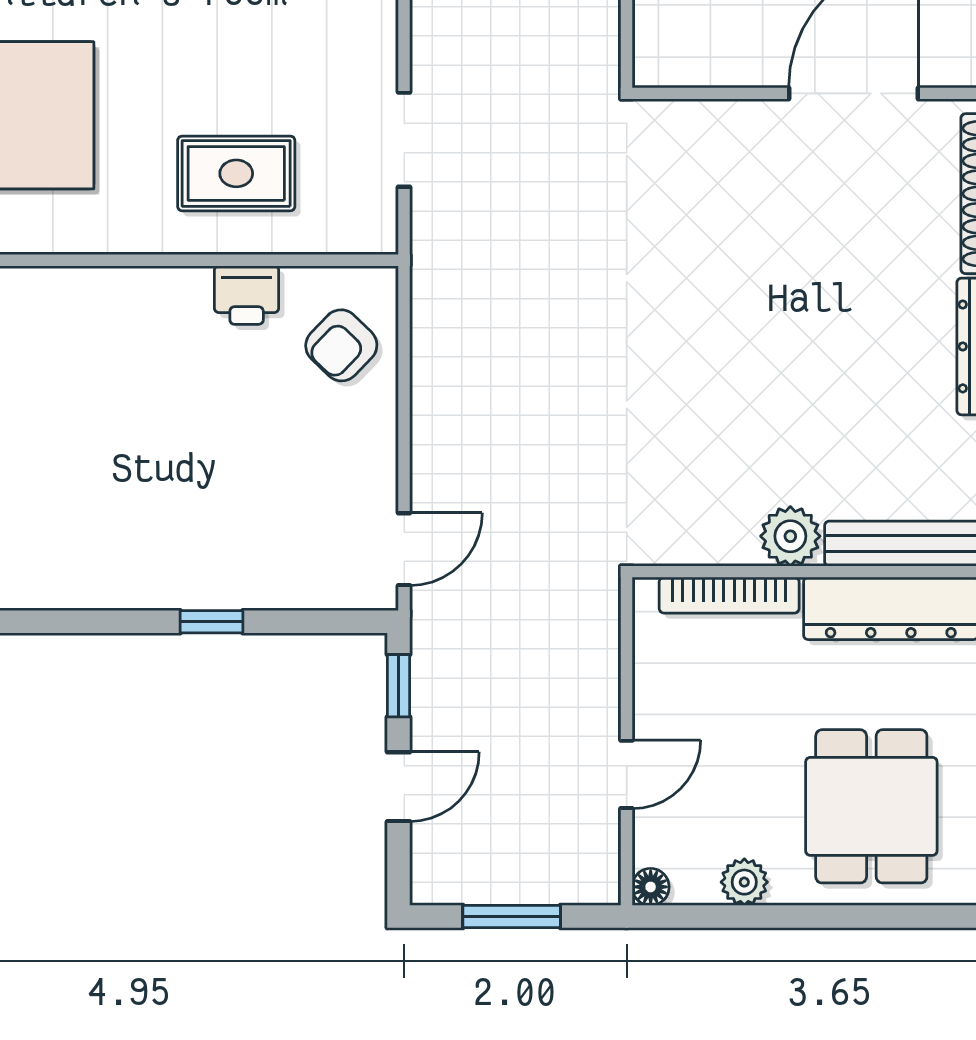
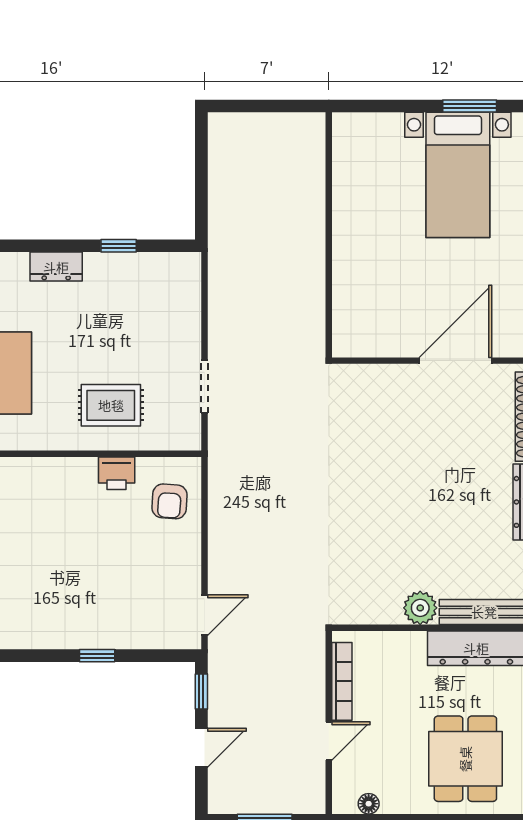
armchair: (341, 345) -> (170, 501), turned -40
bookcase: (729, 595) -> (342, 681), moved, turned -90
plant: (744, 882) -> (394, 801), removed
floor lamp: (651, 887) -> (369, 804), moved

